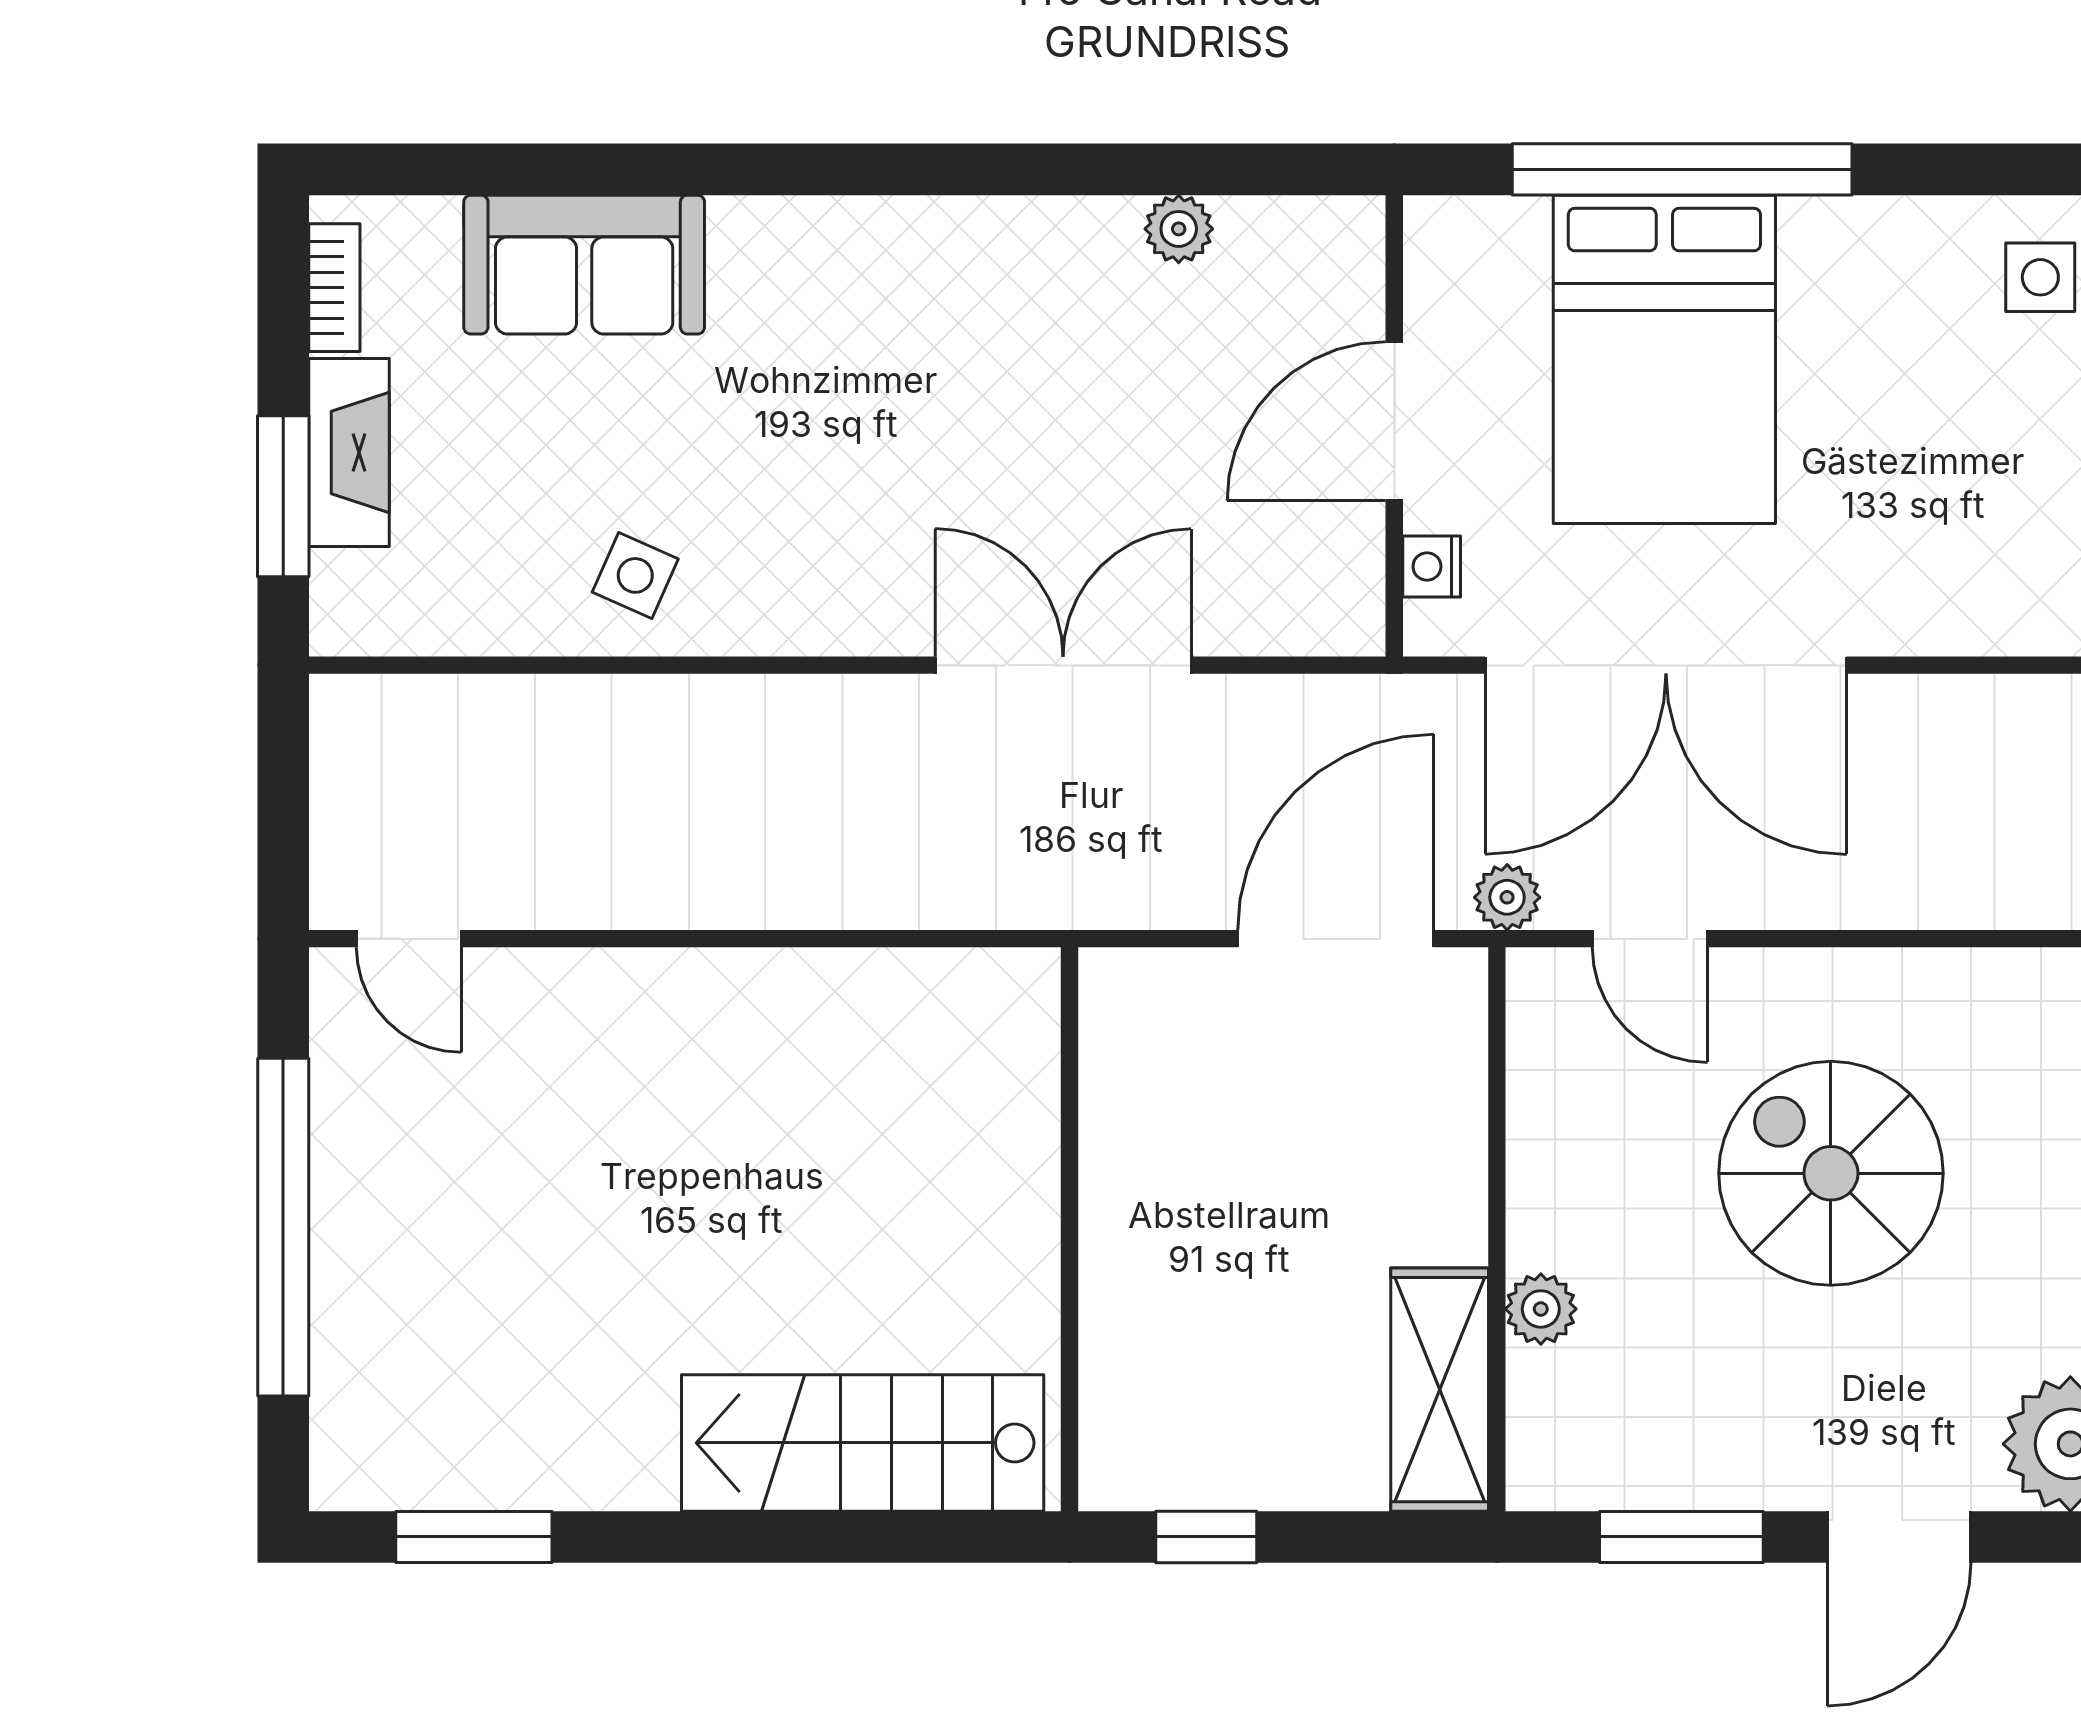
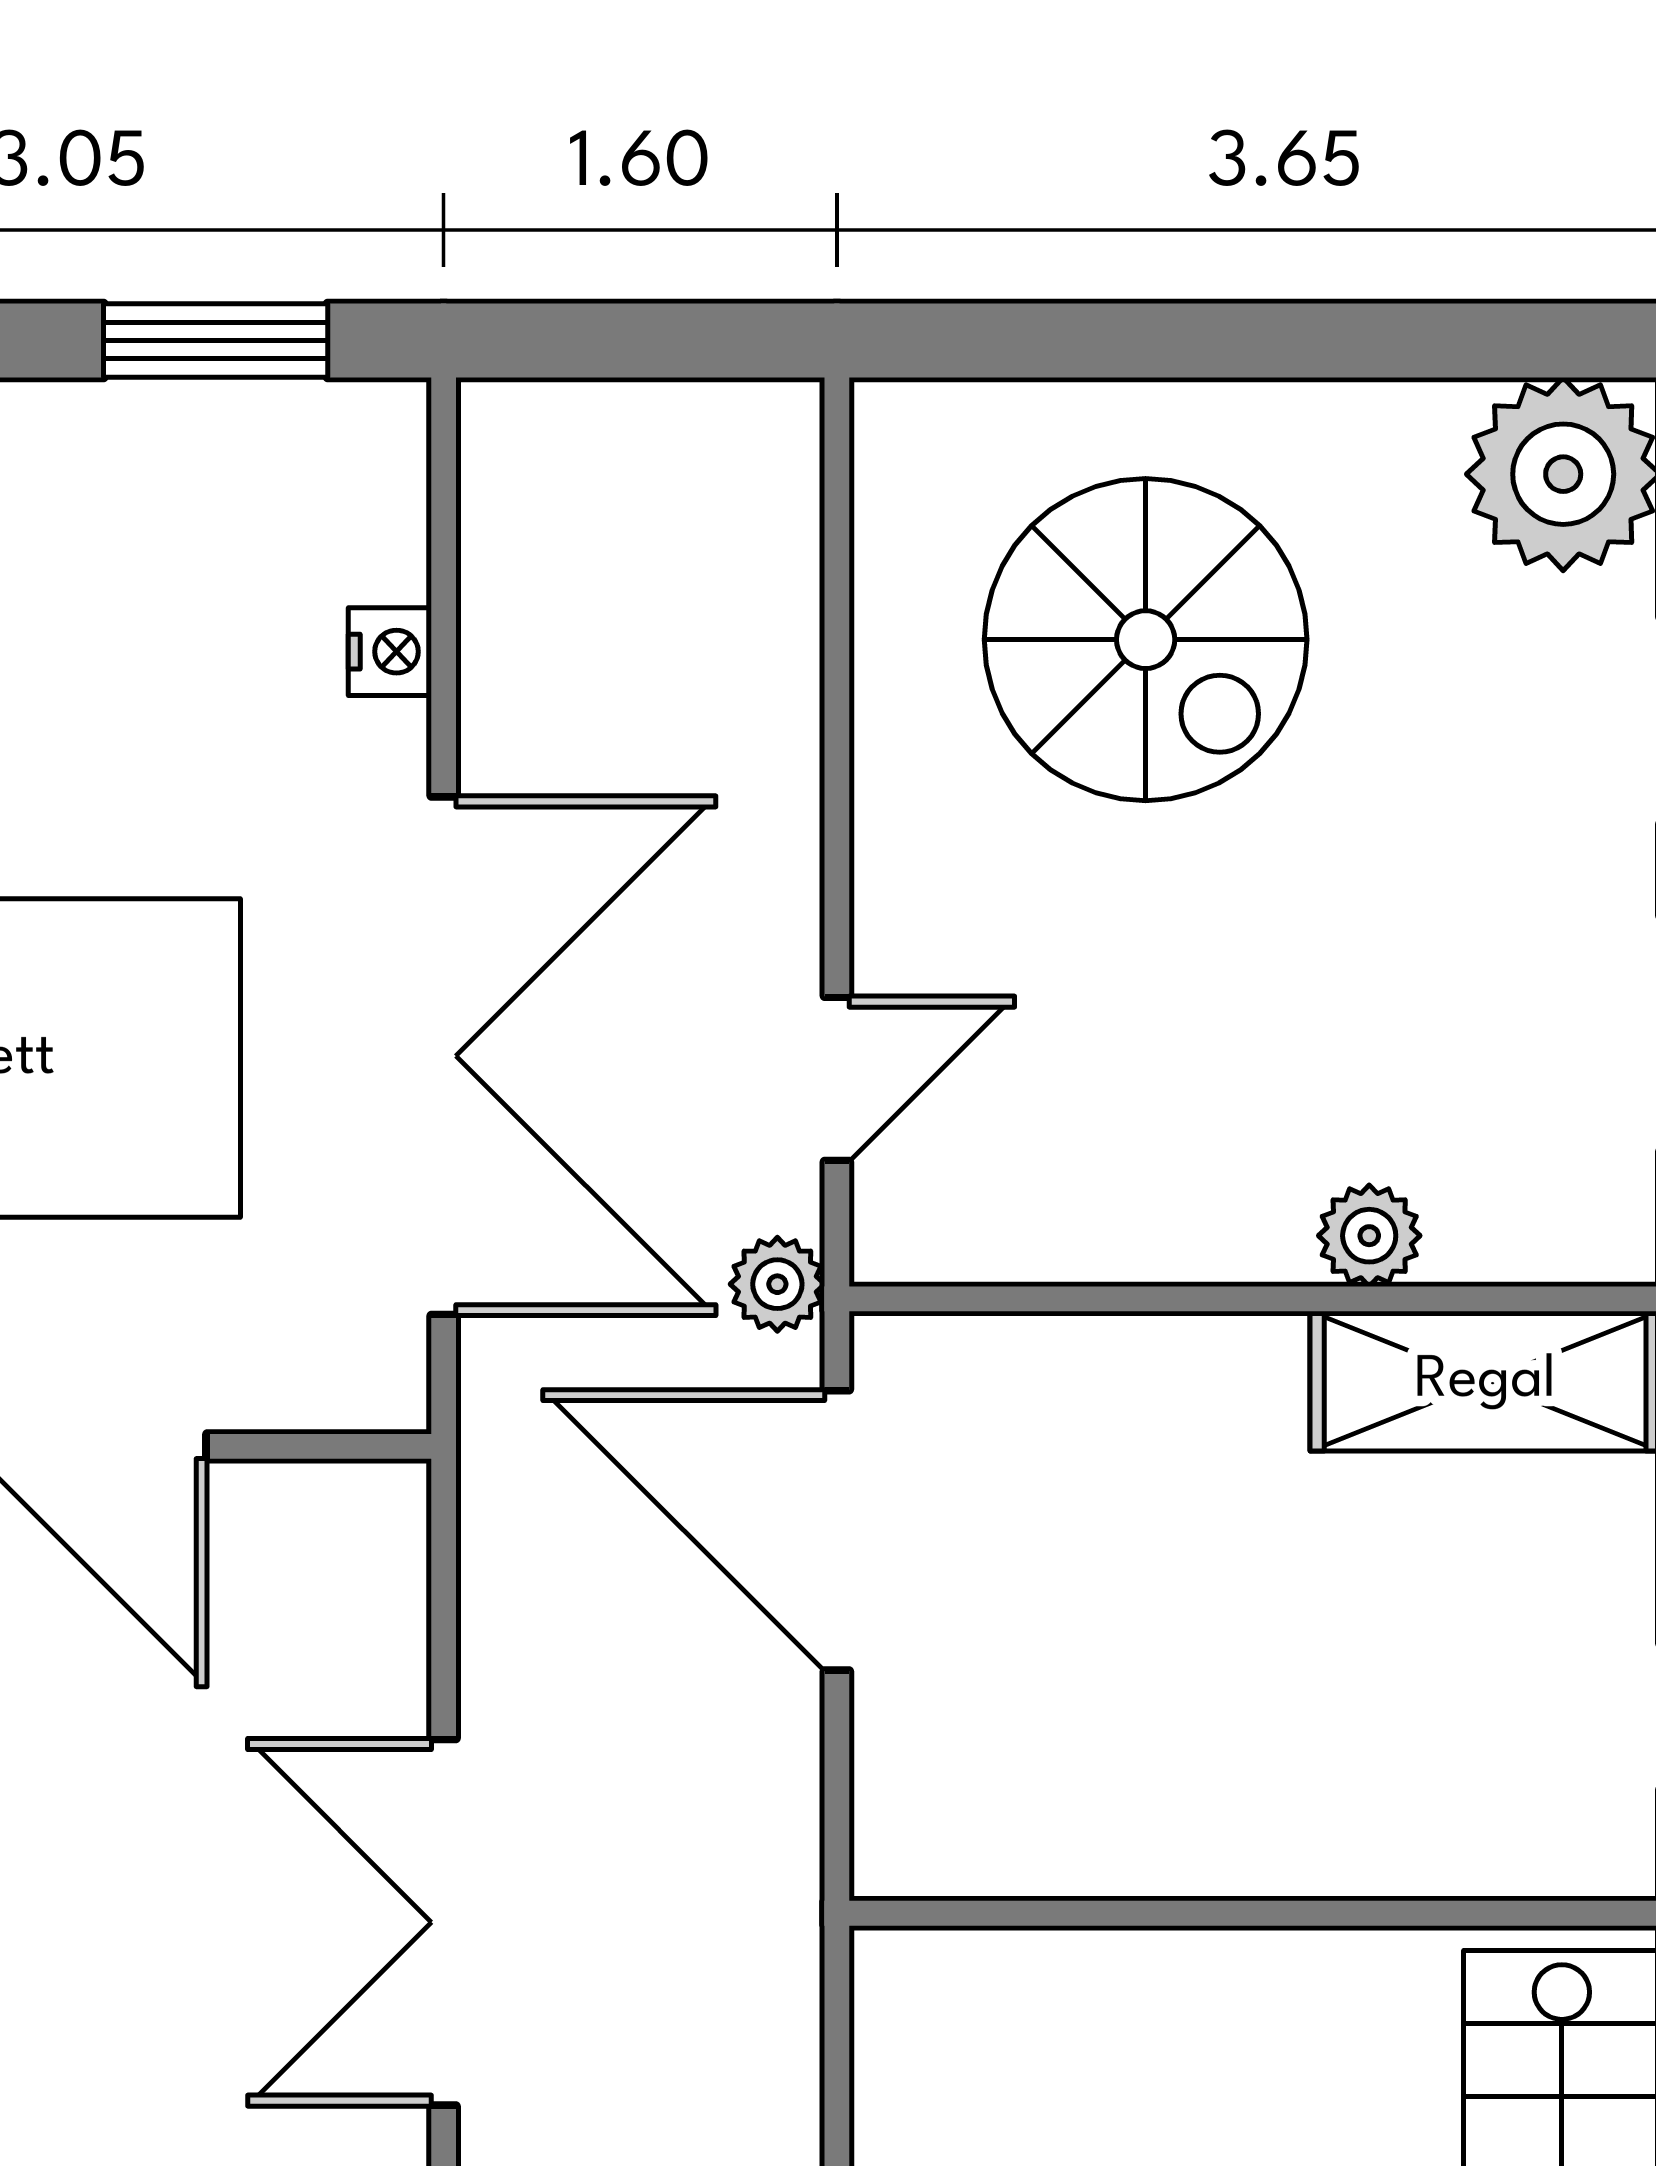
nightstand: (1432, 567) -> (390, 652), moved, turned -90
spiral stairs: (1831, 1173) -> (1146, 640), moved, turned -90

